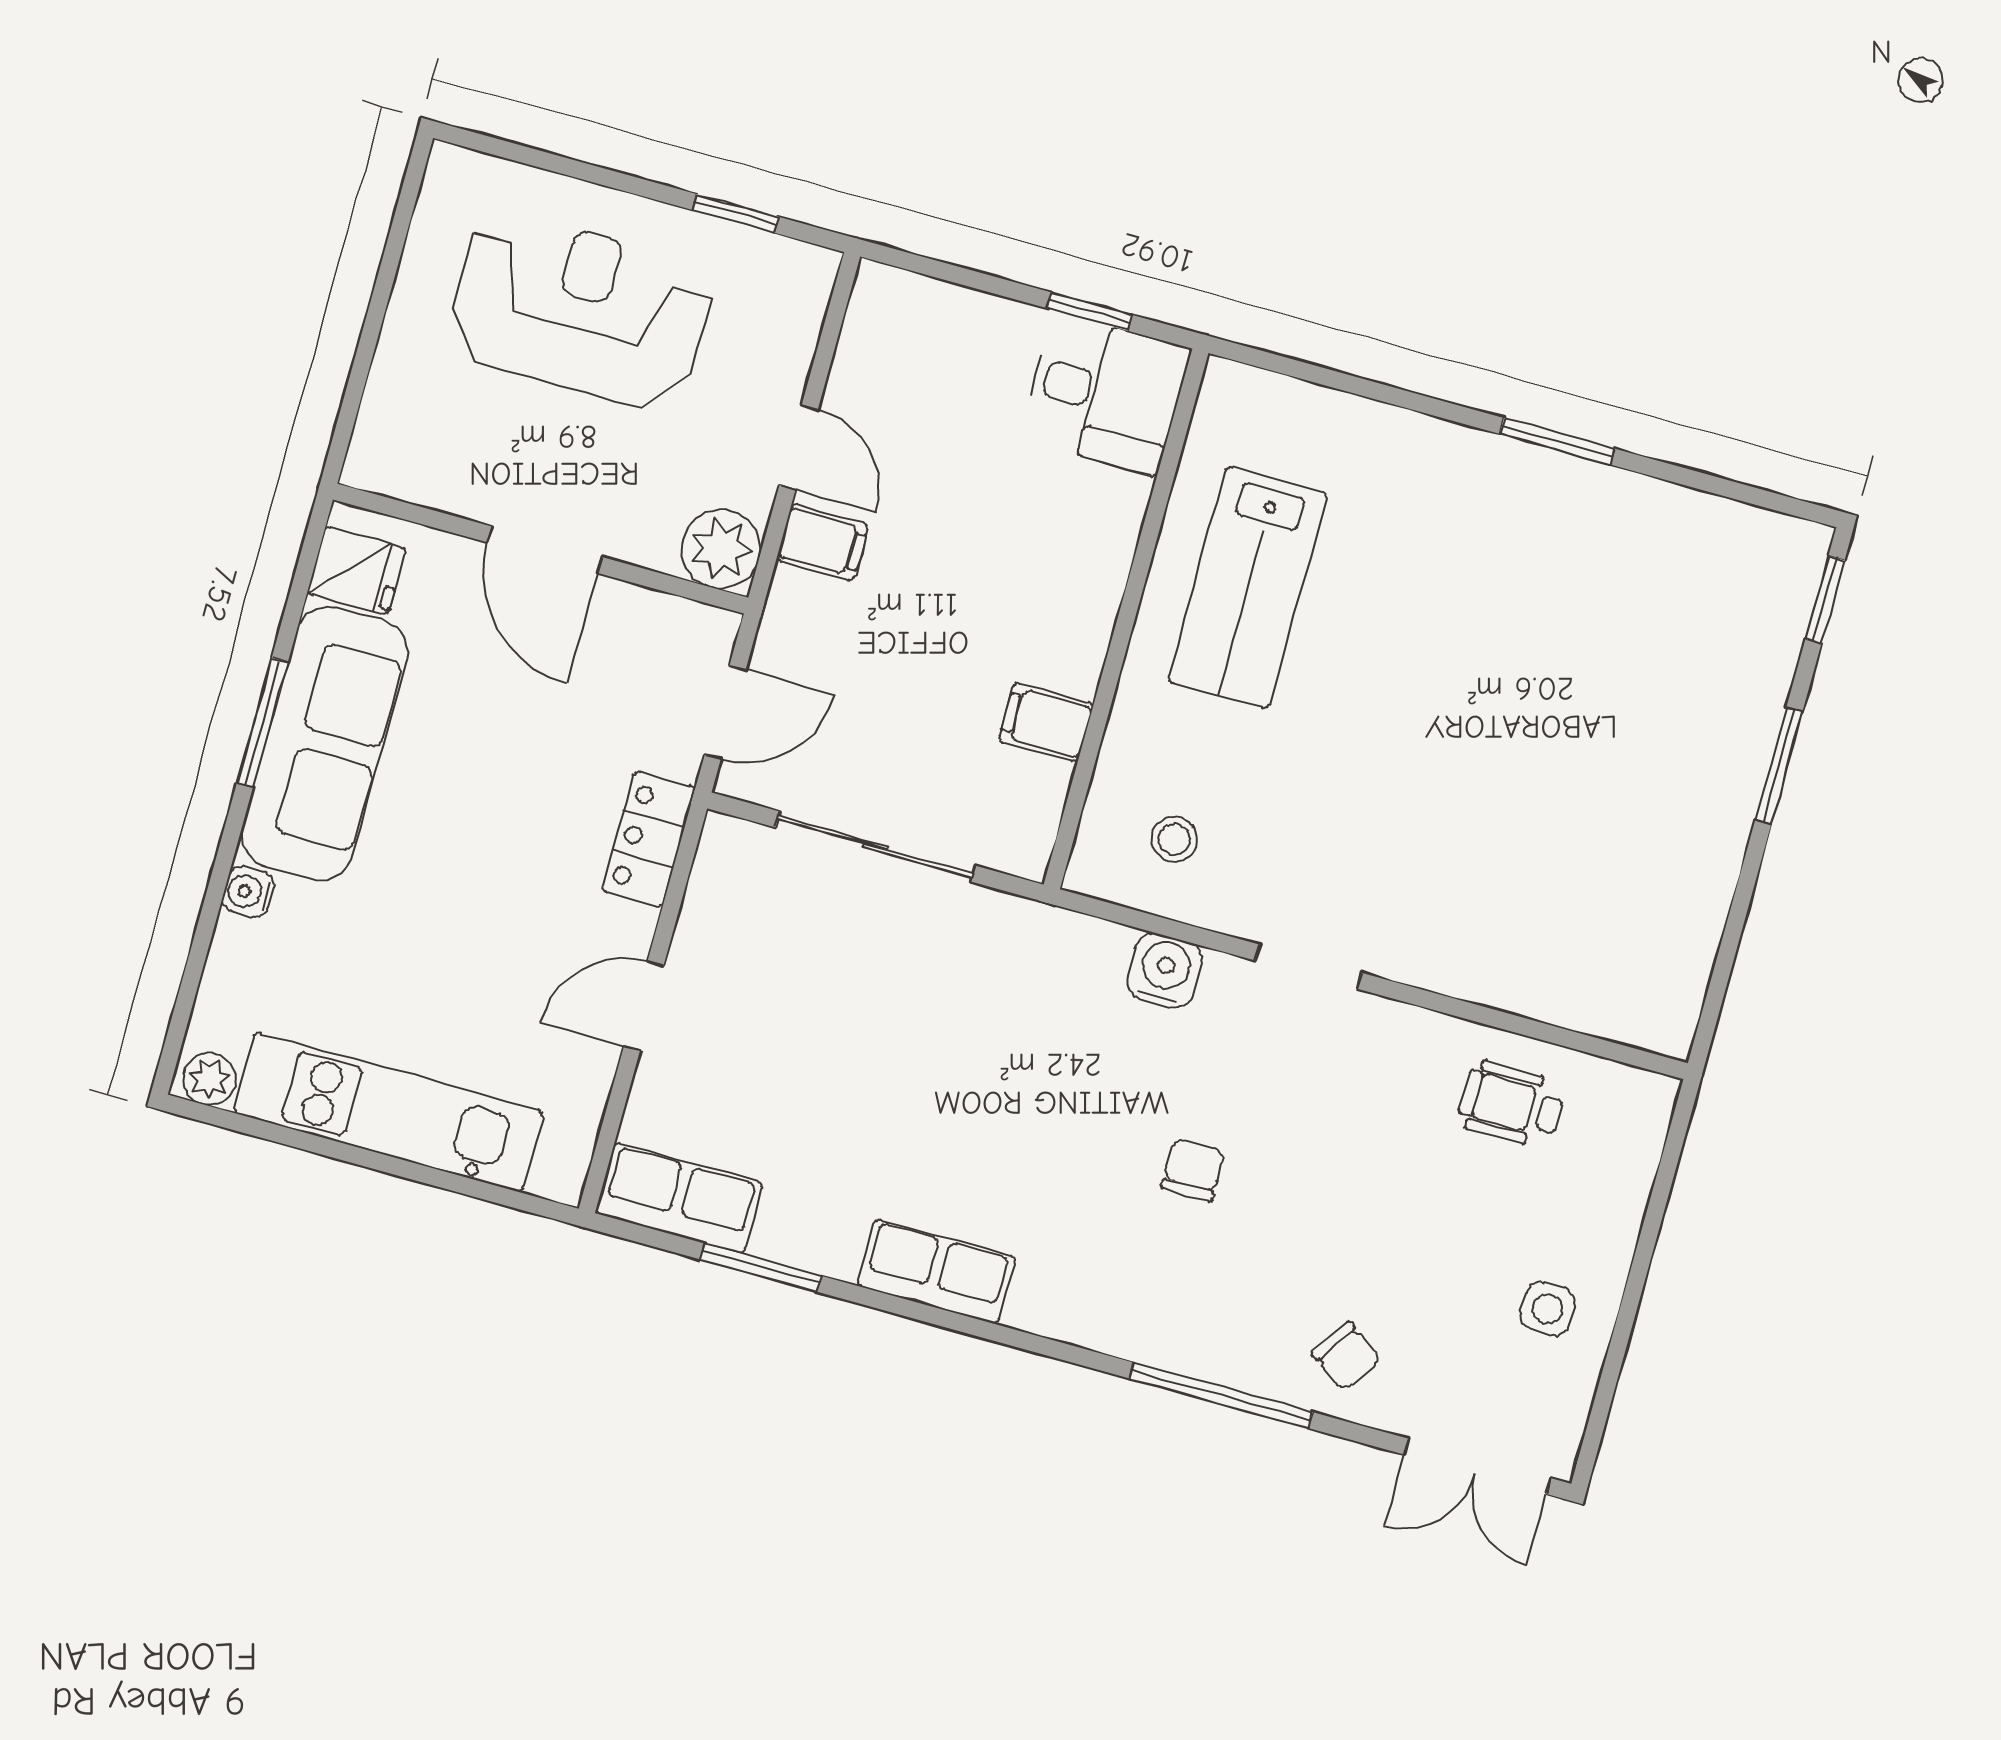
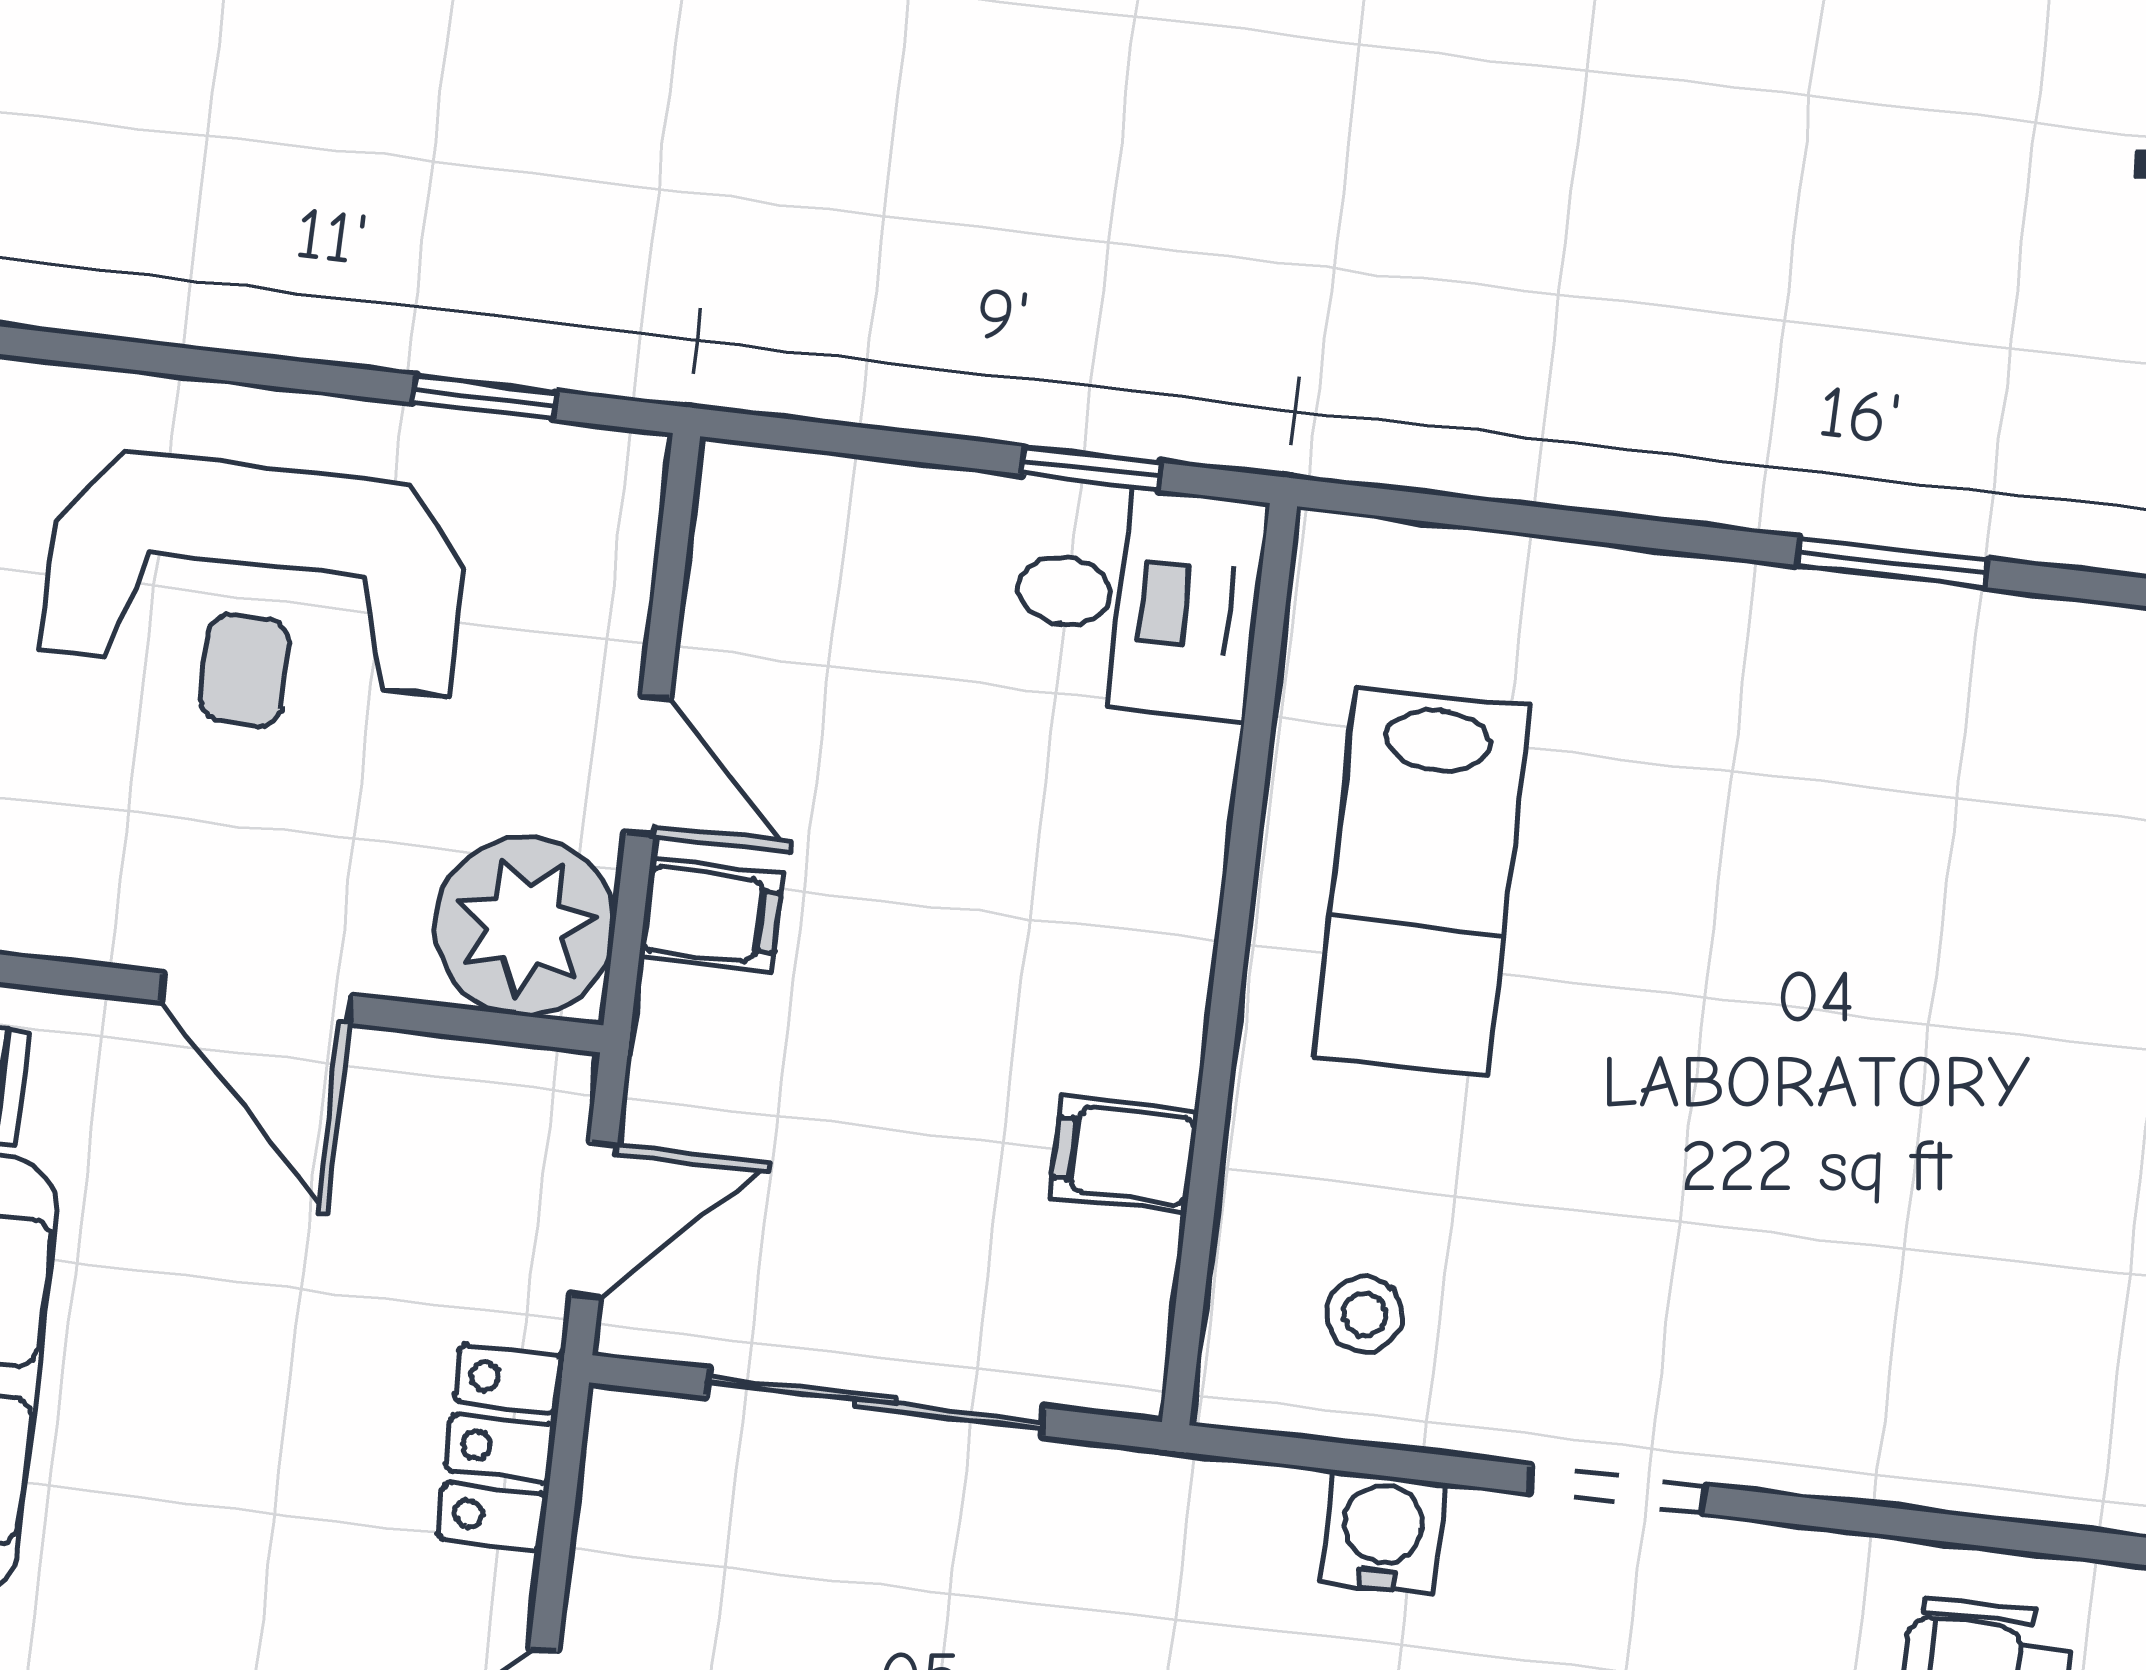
reception desk: (580, 310) -> (253, 596), turned 180
plant: (721, 549) -> (525, 926), width x1.36, depth x1.36

